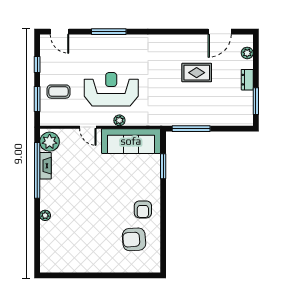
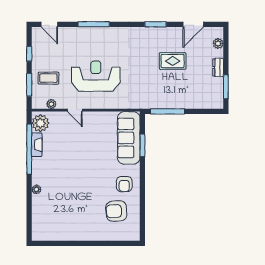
window: (178, 32) -> (156, 24), added
plant: (119, 120) -> (51, 104), moved
sofa: (131, 141) -> (129, 138), moved, turned 90

